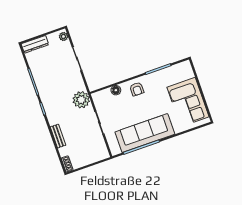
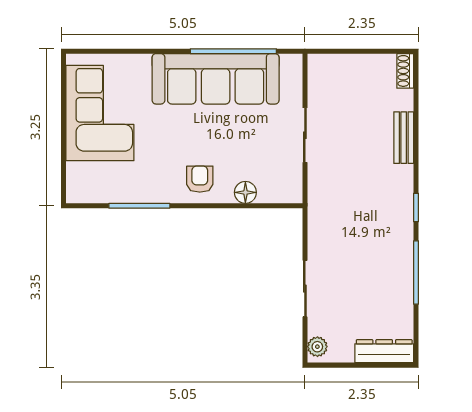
plant: (81, 100) -> (327, 198), removed

